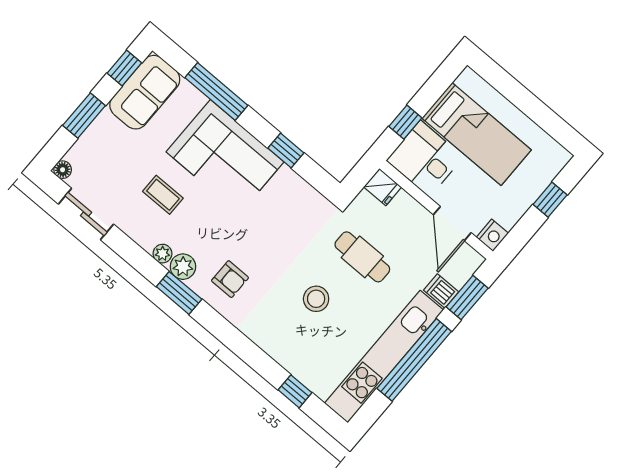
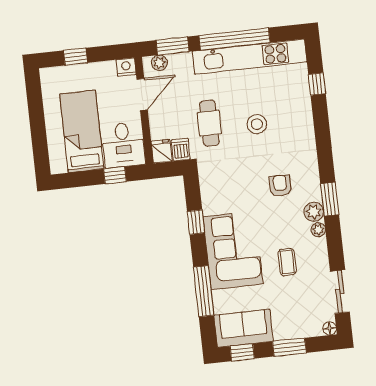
plant: (464, 269) -> (159, 63), added
armchair: (230, 279) -> (280, 186), moved
dishwasher: (441, 291) -> (181, 150), moved, turned 180

